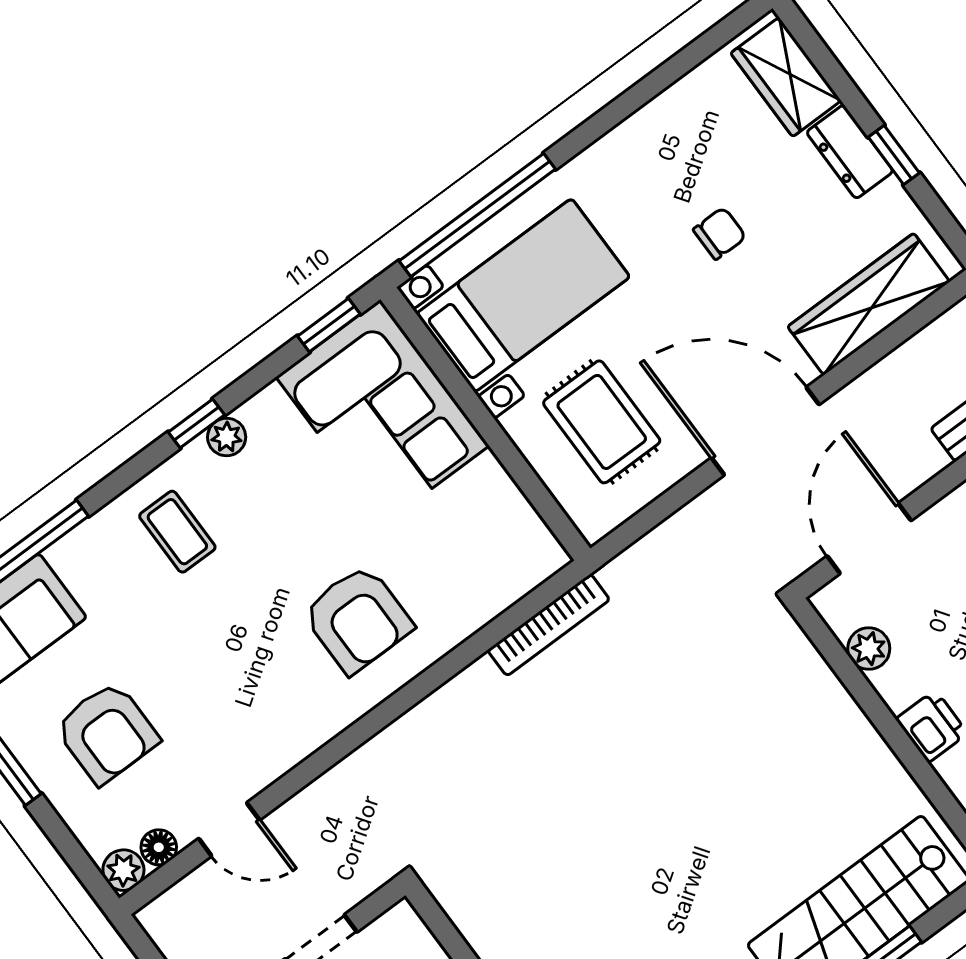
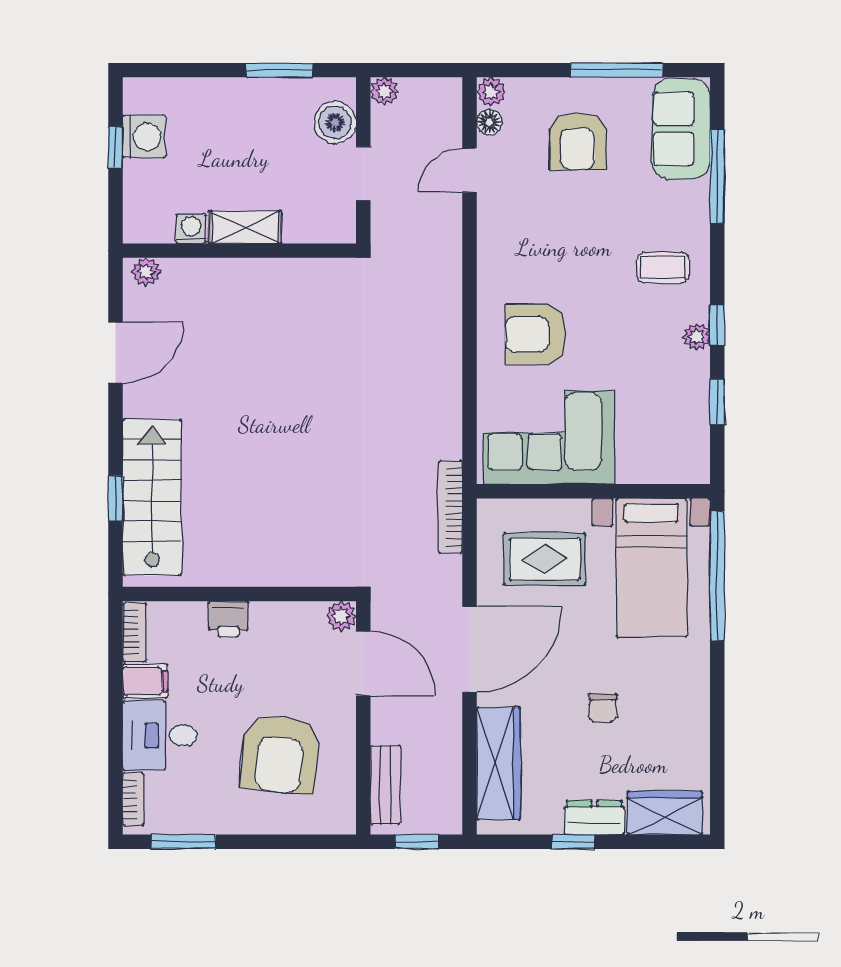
window: (329, 325) -> (717, 402), moved
corner sofa: (383, 411) -> (549, 437), moved
bookcase: (549, 625) -> (451, 507), moved
plant: (869, 649) -> (341, 616), moved
armchair: (107, 733) -> (577, 141), turned -90

